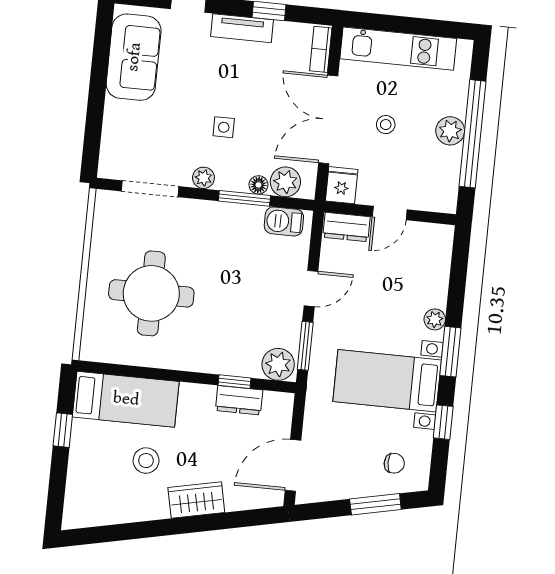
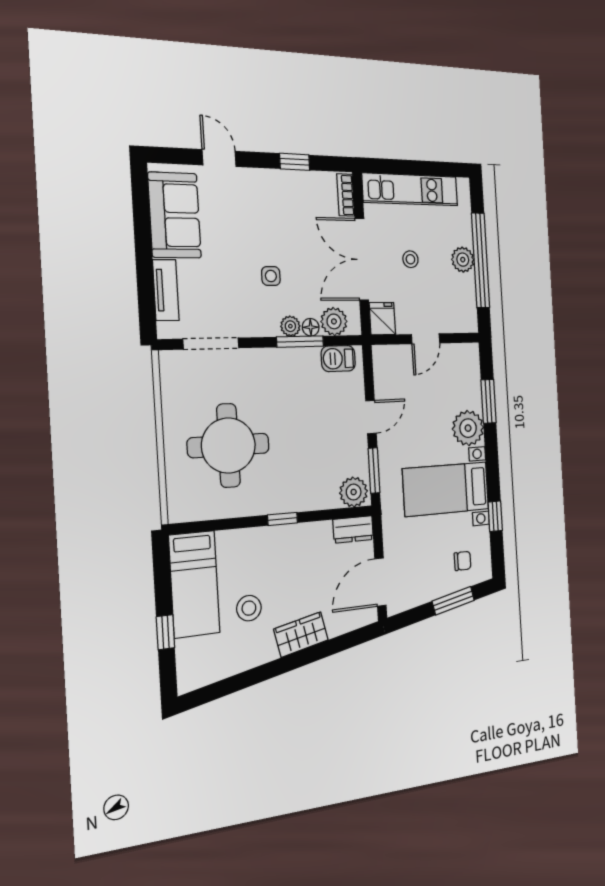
tv unit: (242, 28) -> (166, 290), moved, turned -90
plant: (203, 178) -> (290, 326), moved
dresser: (346, 227) -> (392, 356), removed
plant: (435, 319) -> (468, 428), width x1.87, depth x1.87
window: (450, 352) -> (489, 401), moved
window: (234, 382) -> (283, 519), moved
bed: (126, 399) -> (194, 584), moved, turned 90
dresser: (239, 400) -> (353, 529), moved
window: (63, 430) -> (165, 632), moved

